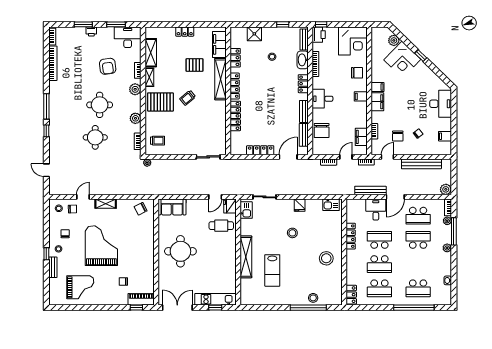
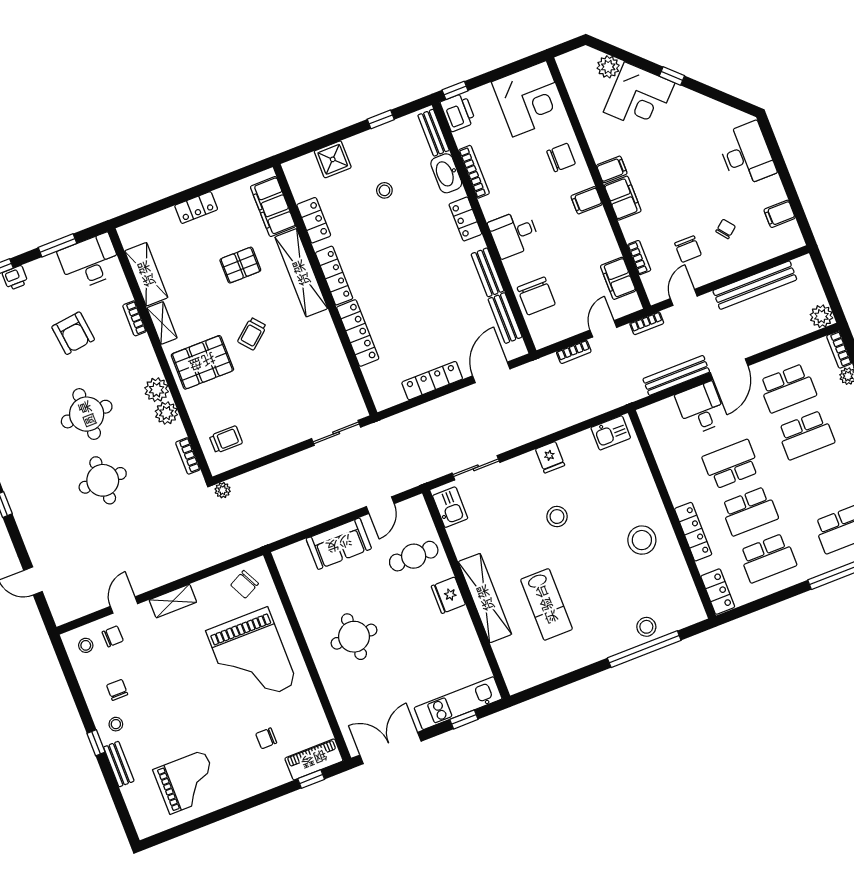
plant: (135, 89) -> (157, 390), moved
fridge: (230, 206) -> (448, 595), moved
sofa: (172, 207) -> (339, 544), moved
locker: (351, 236) -> (693, 532), moved
school desk: (418, 240) -> (806, 435), turned 180
grand piano: (101, 246) -> (252, 657), moved, turned 180
round table: (180, 251) -> (354, 637), width x0.73, depth x0.73

